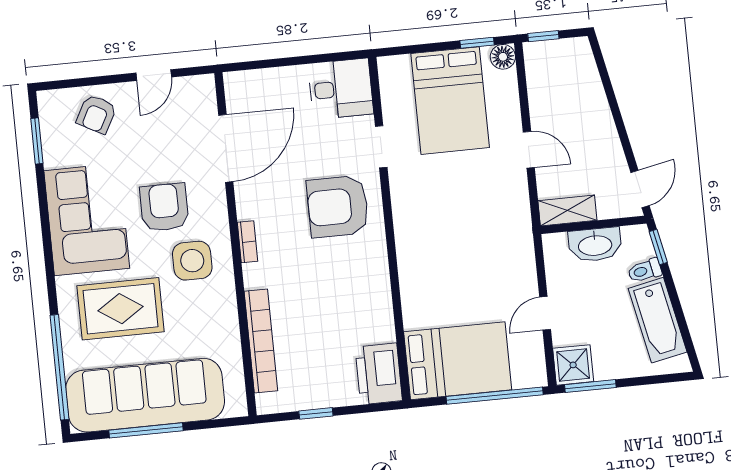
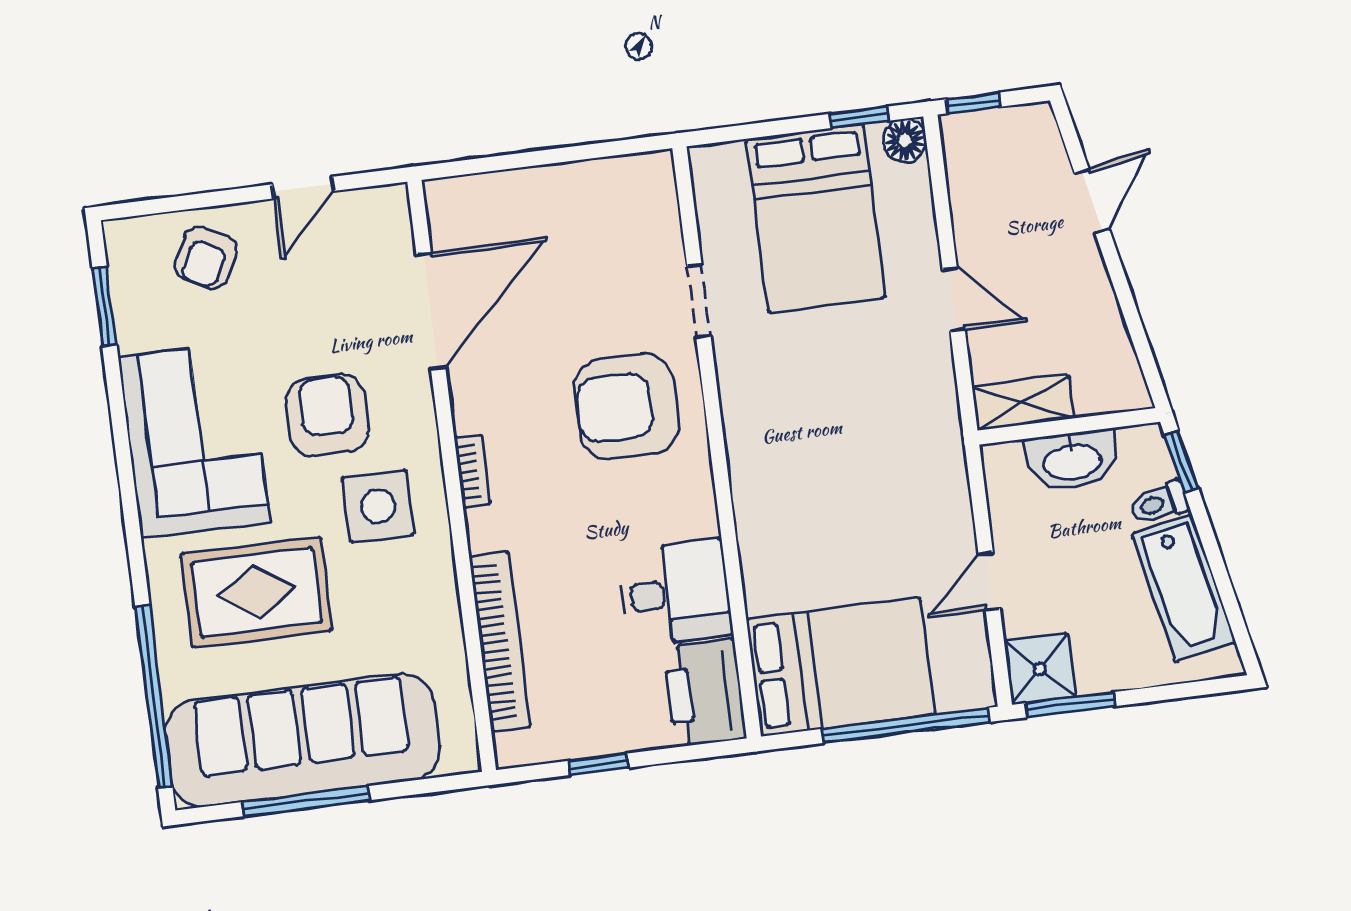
desk: (341, 89) -> (676, 593), moved
door: (640, 189) -> (1092, 202), moved

